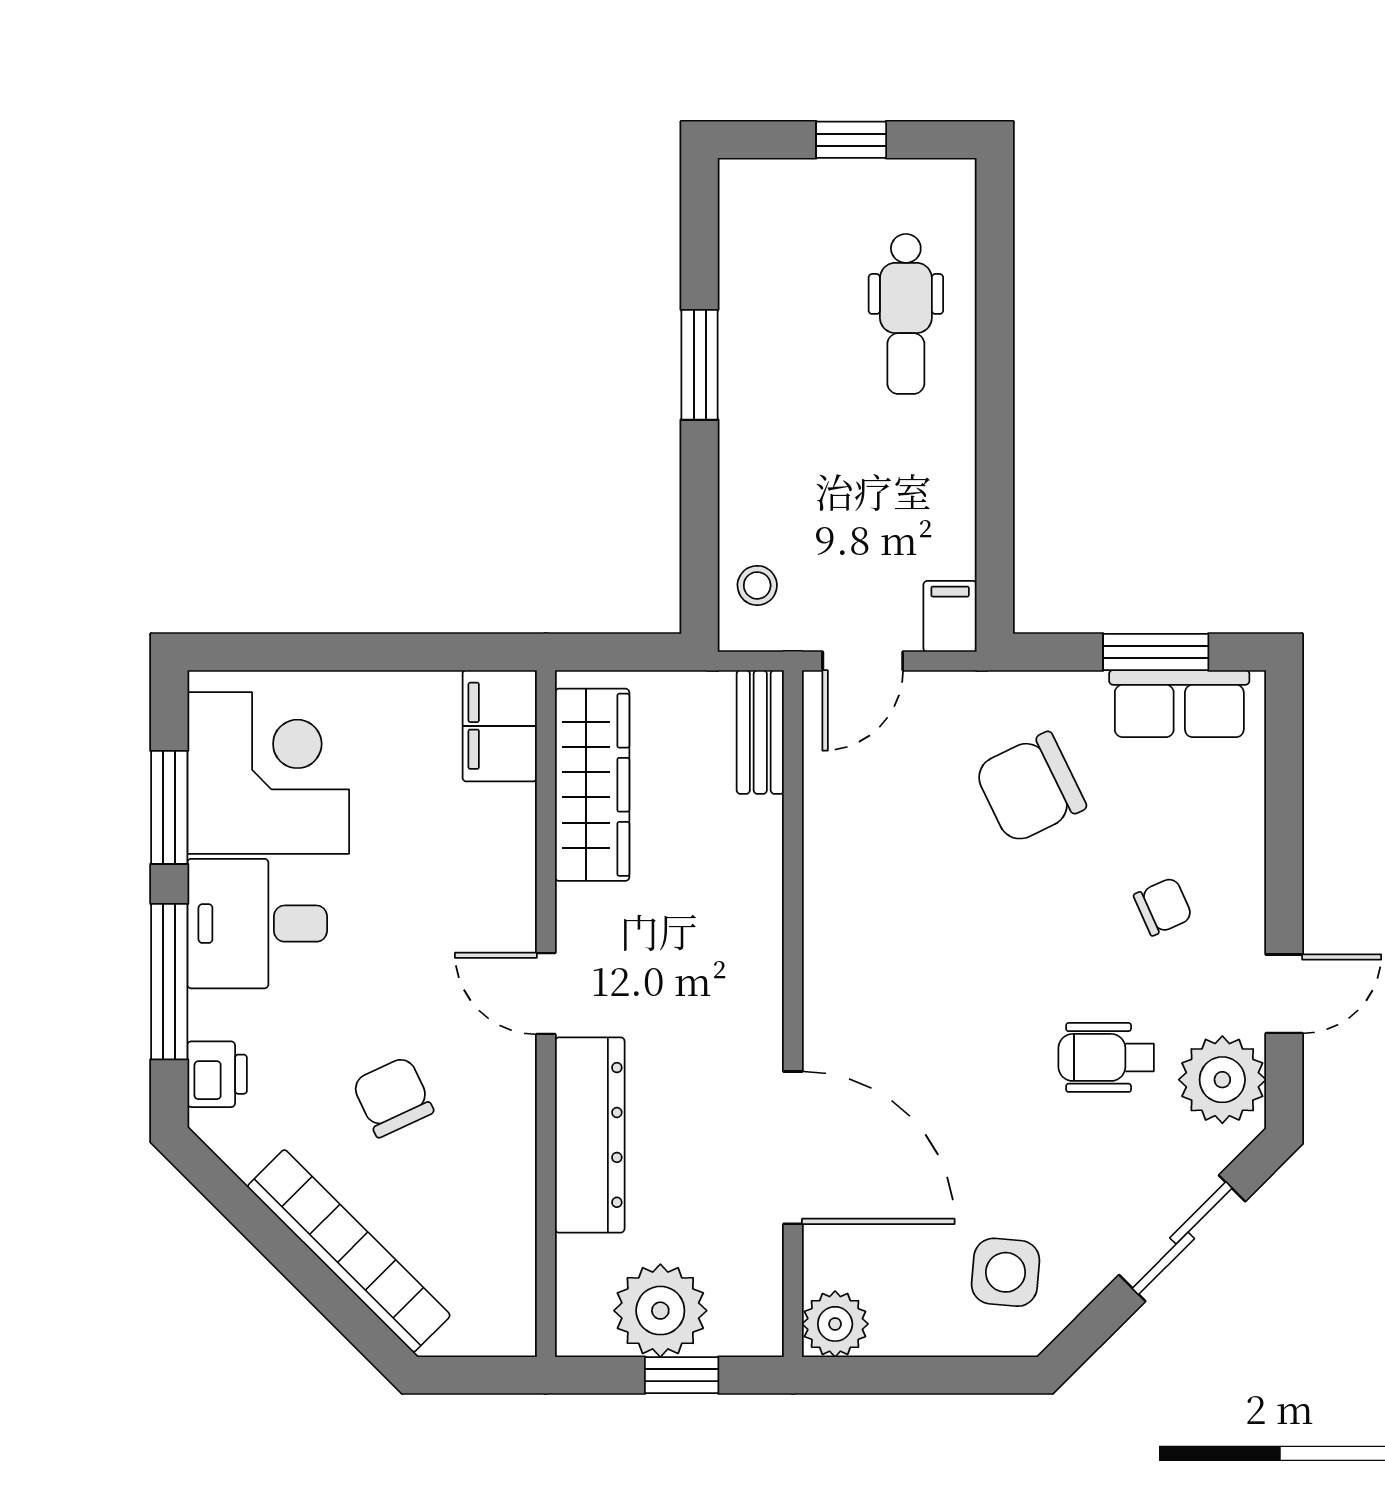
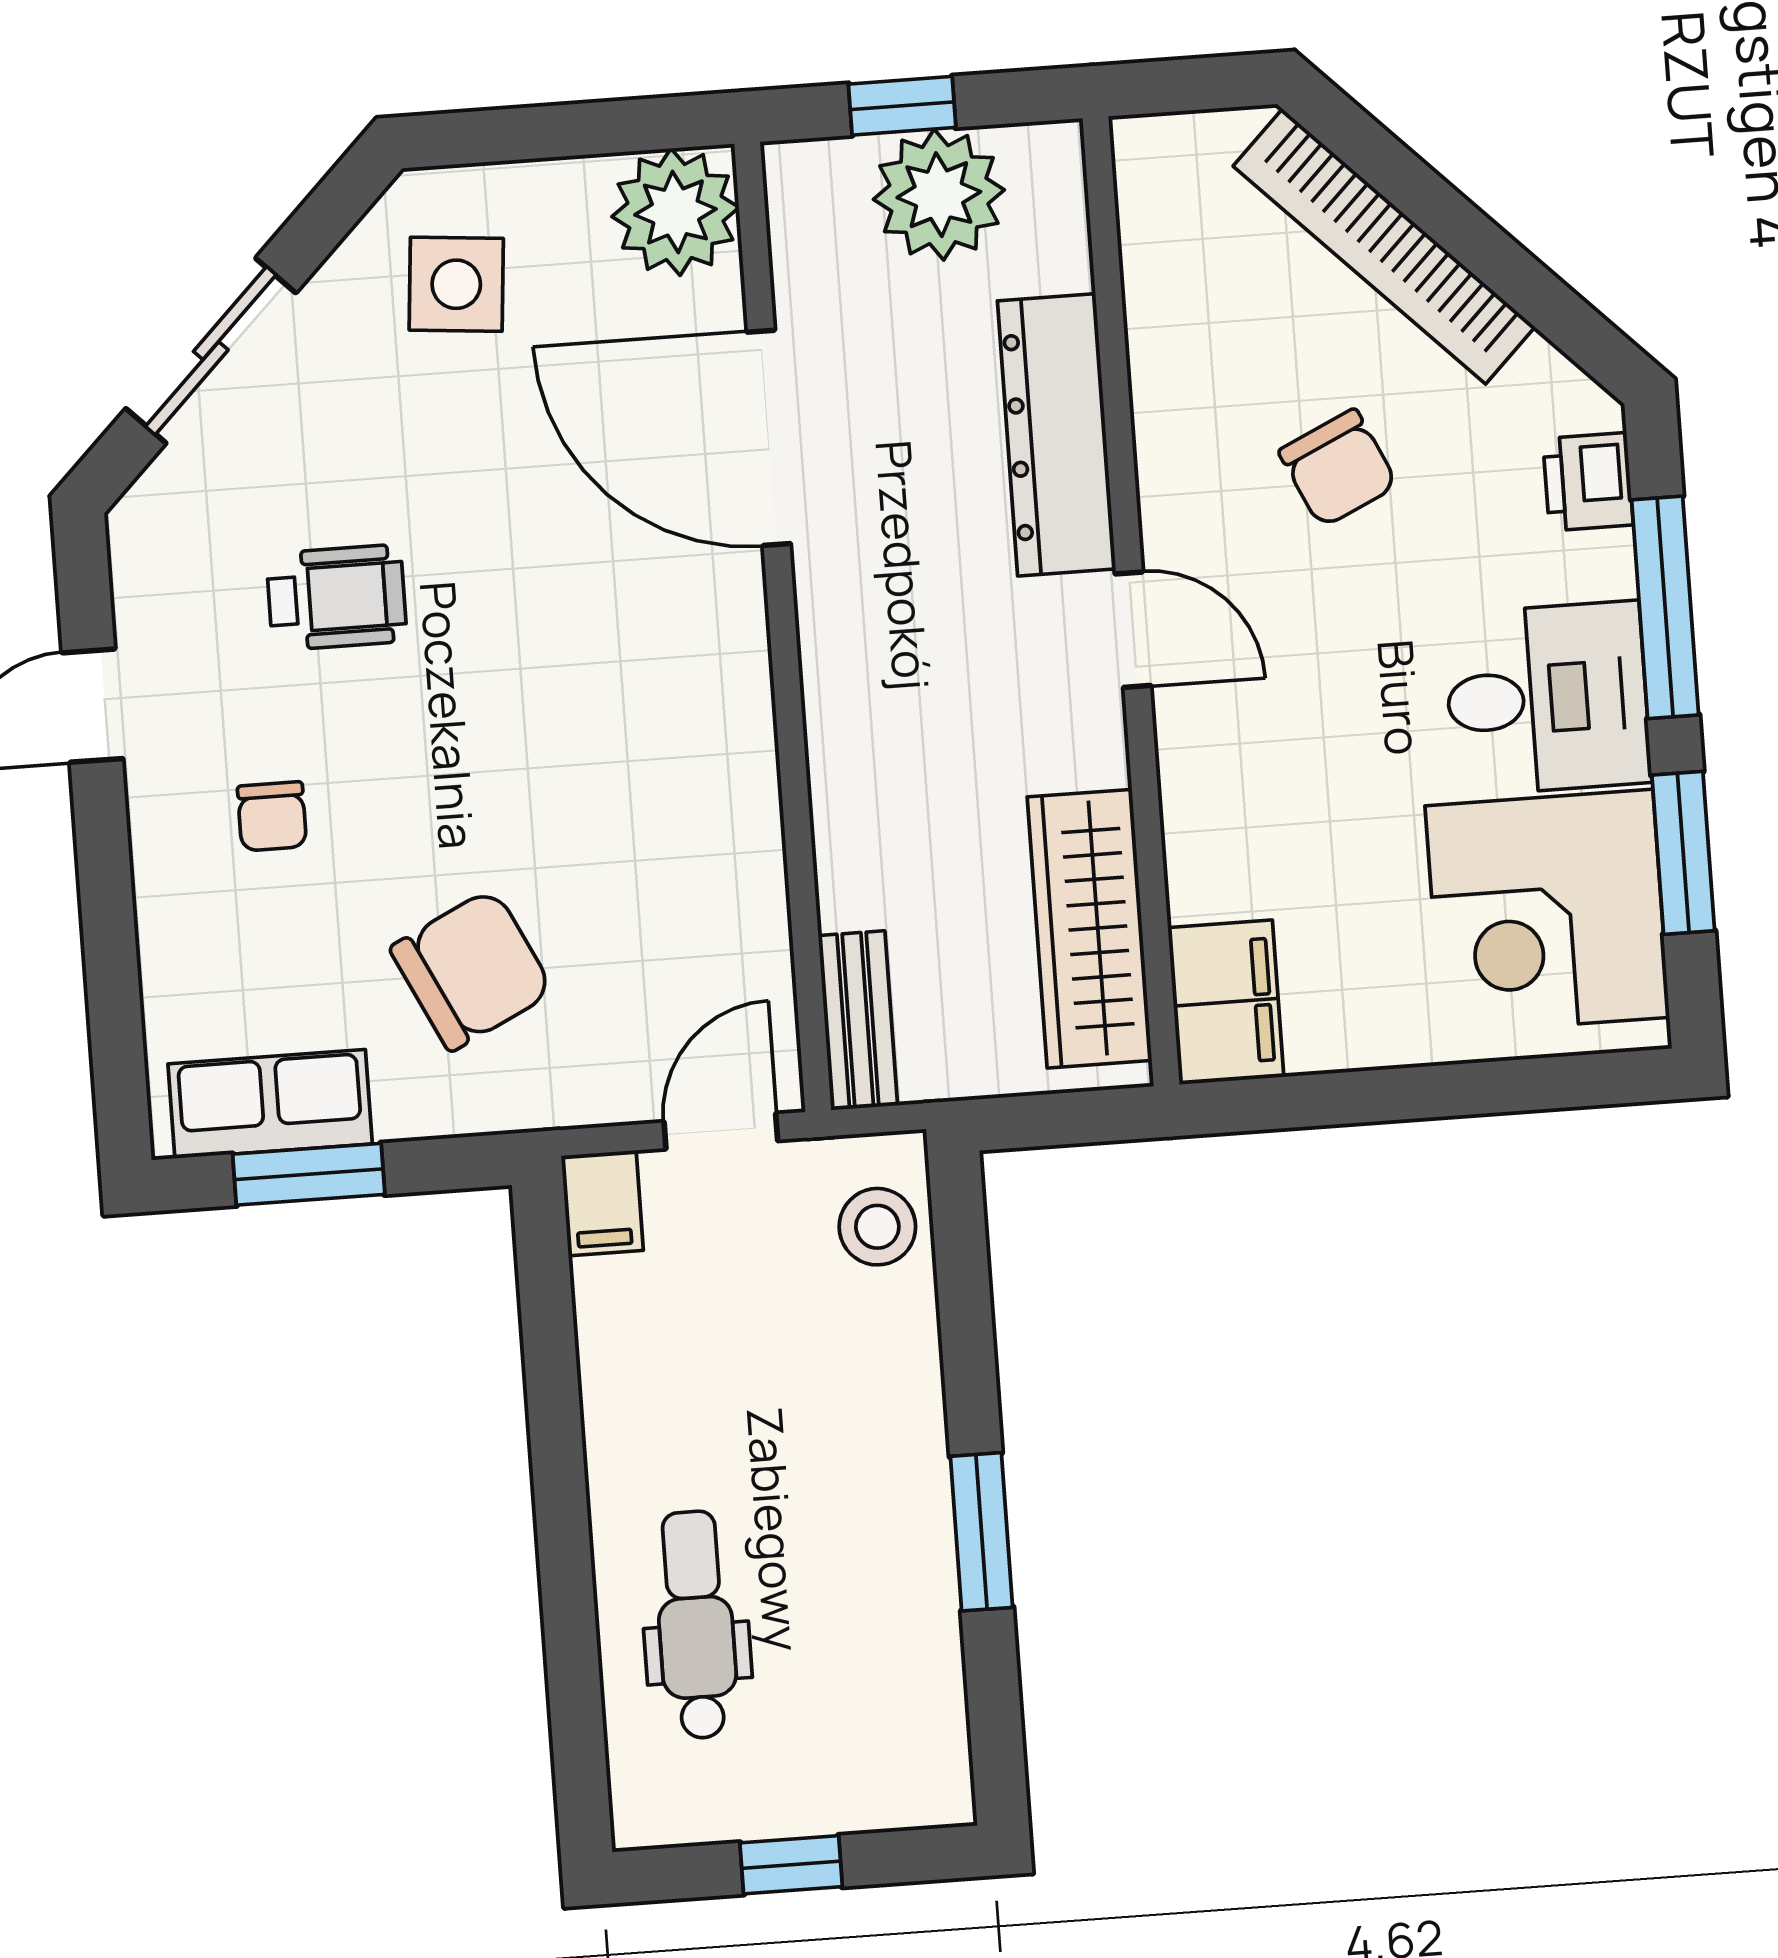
stool: (757, 585) -> (877, 1227), width x1.37, depth x1.37
chair: (1163, 906) -> (272, 816), turned -66
plant: (1222, 1080) -> (171, 578), removed
plant: (835, 1324) -> (675, 212), width x1.36, depth x1.36

